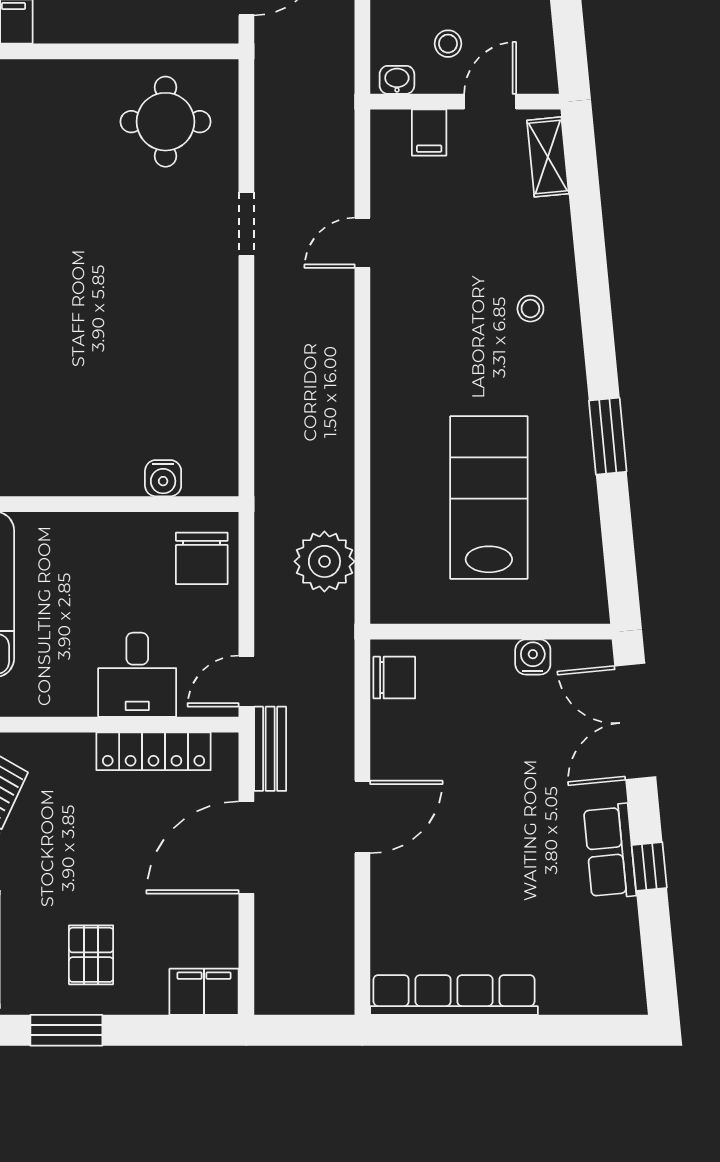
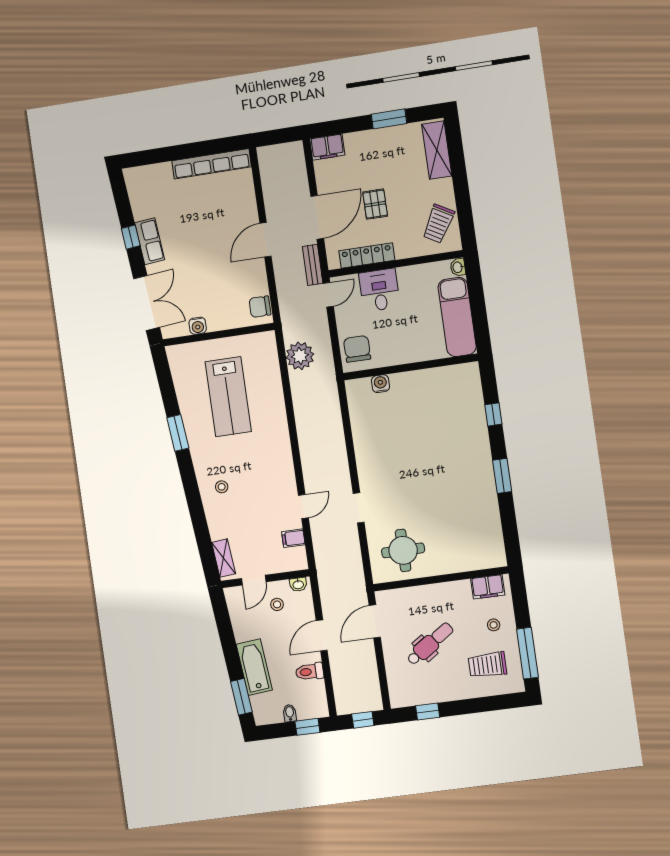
filing cabinet: (429, 132) -> (293, 538), moved, turned -90
pallet: (91, 955) -> (375, 204), moved

